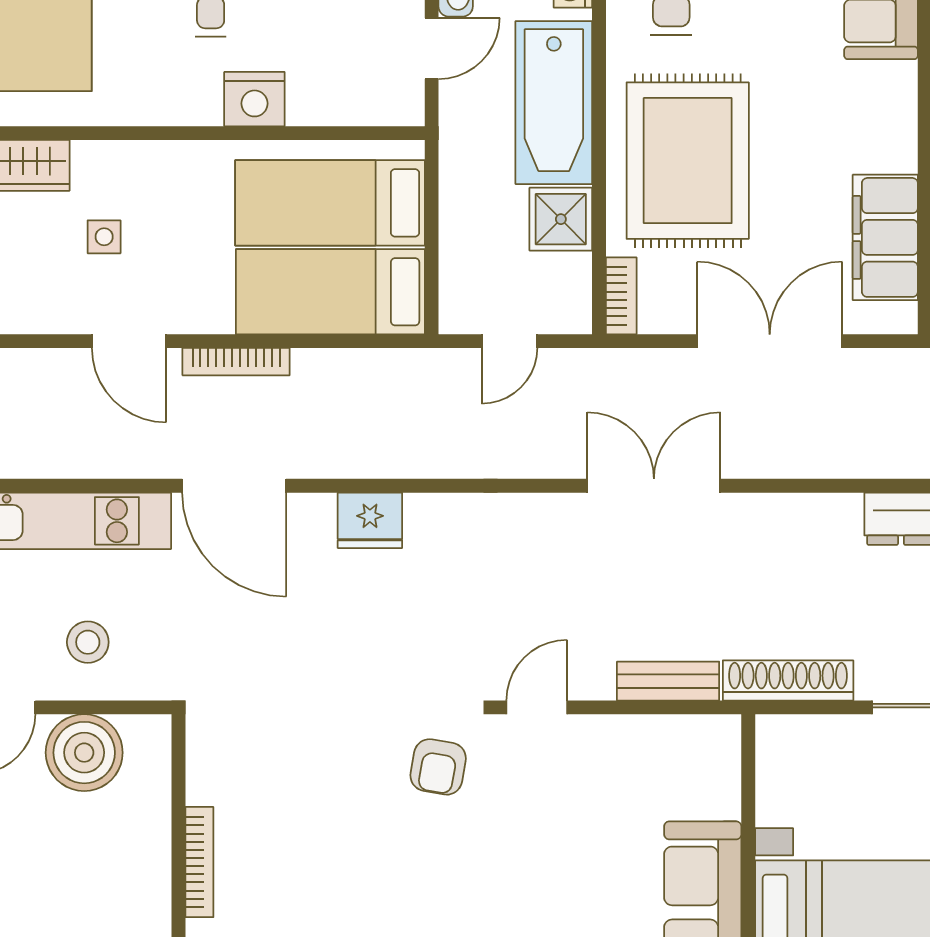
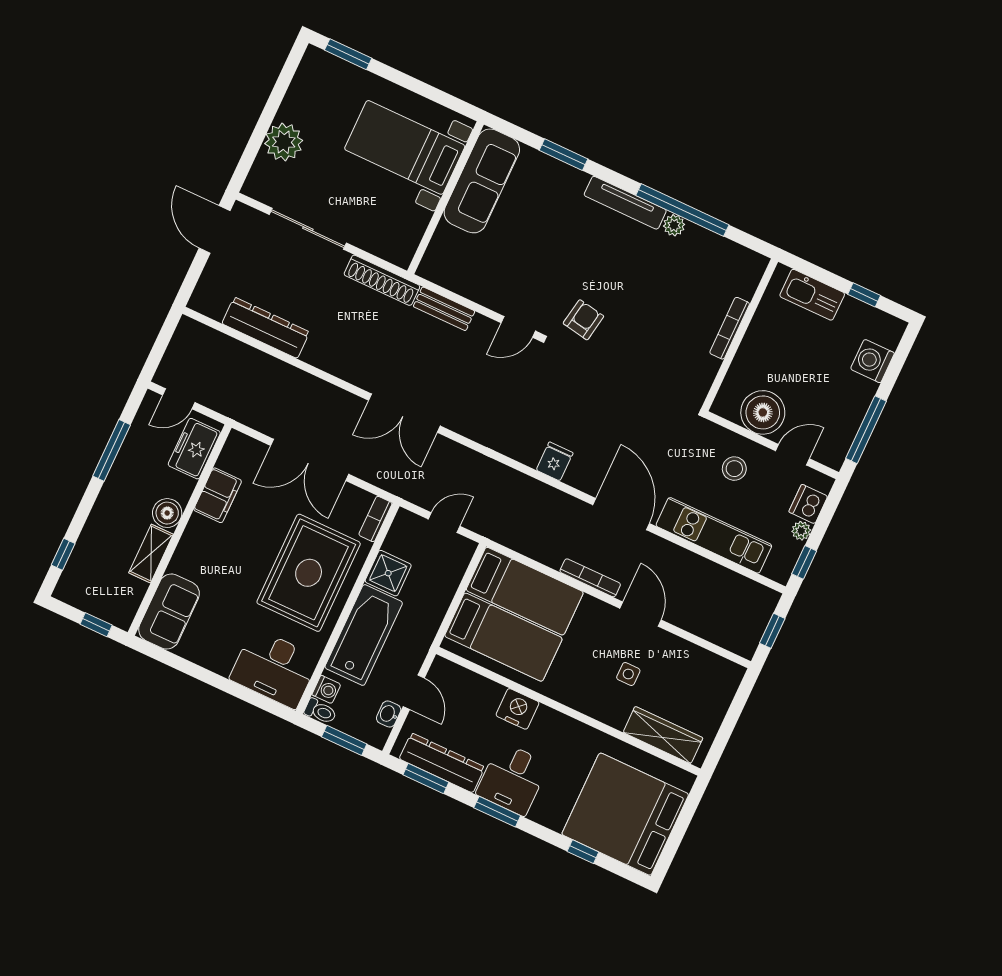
door: (432, 49) -> (414, 692), swing flipped
filing cabinet: (885, 237) -> (218, 495), width x0.67, depth x0.86
fridge: (370, 520) -> (555, 461), width x0.72

